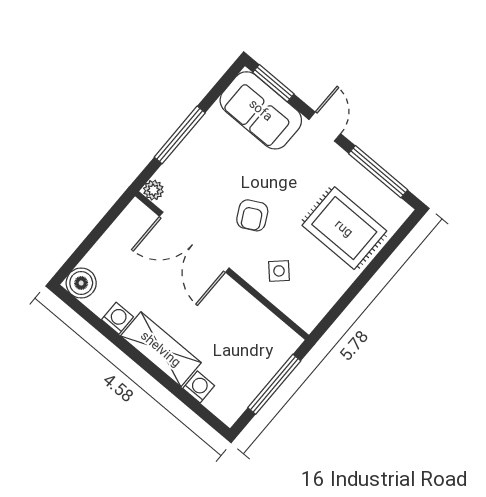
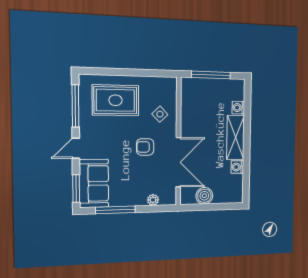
window: (180, 135) -> (115, 210), moved
plant: (153, 190) -> (153, 200), moved
armchair: (252, 215) -> (145, 147), turned -152
rug: (344, 228) -> (115, 100), turned 90
boiler: (81, 283) -> (204, 196), moved

